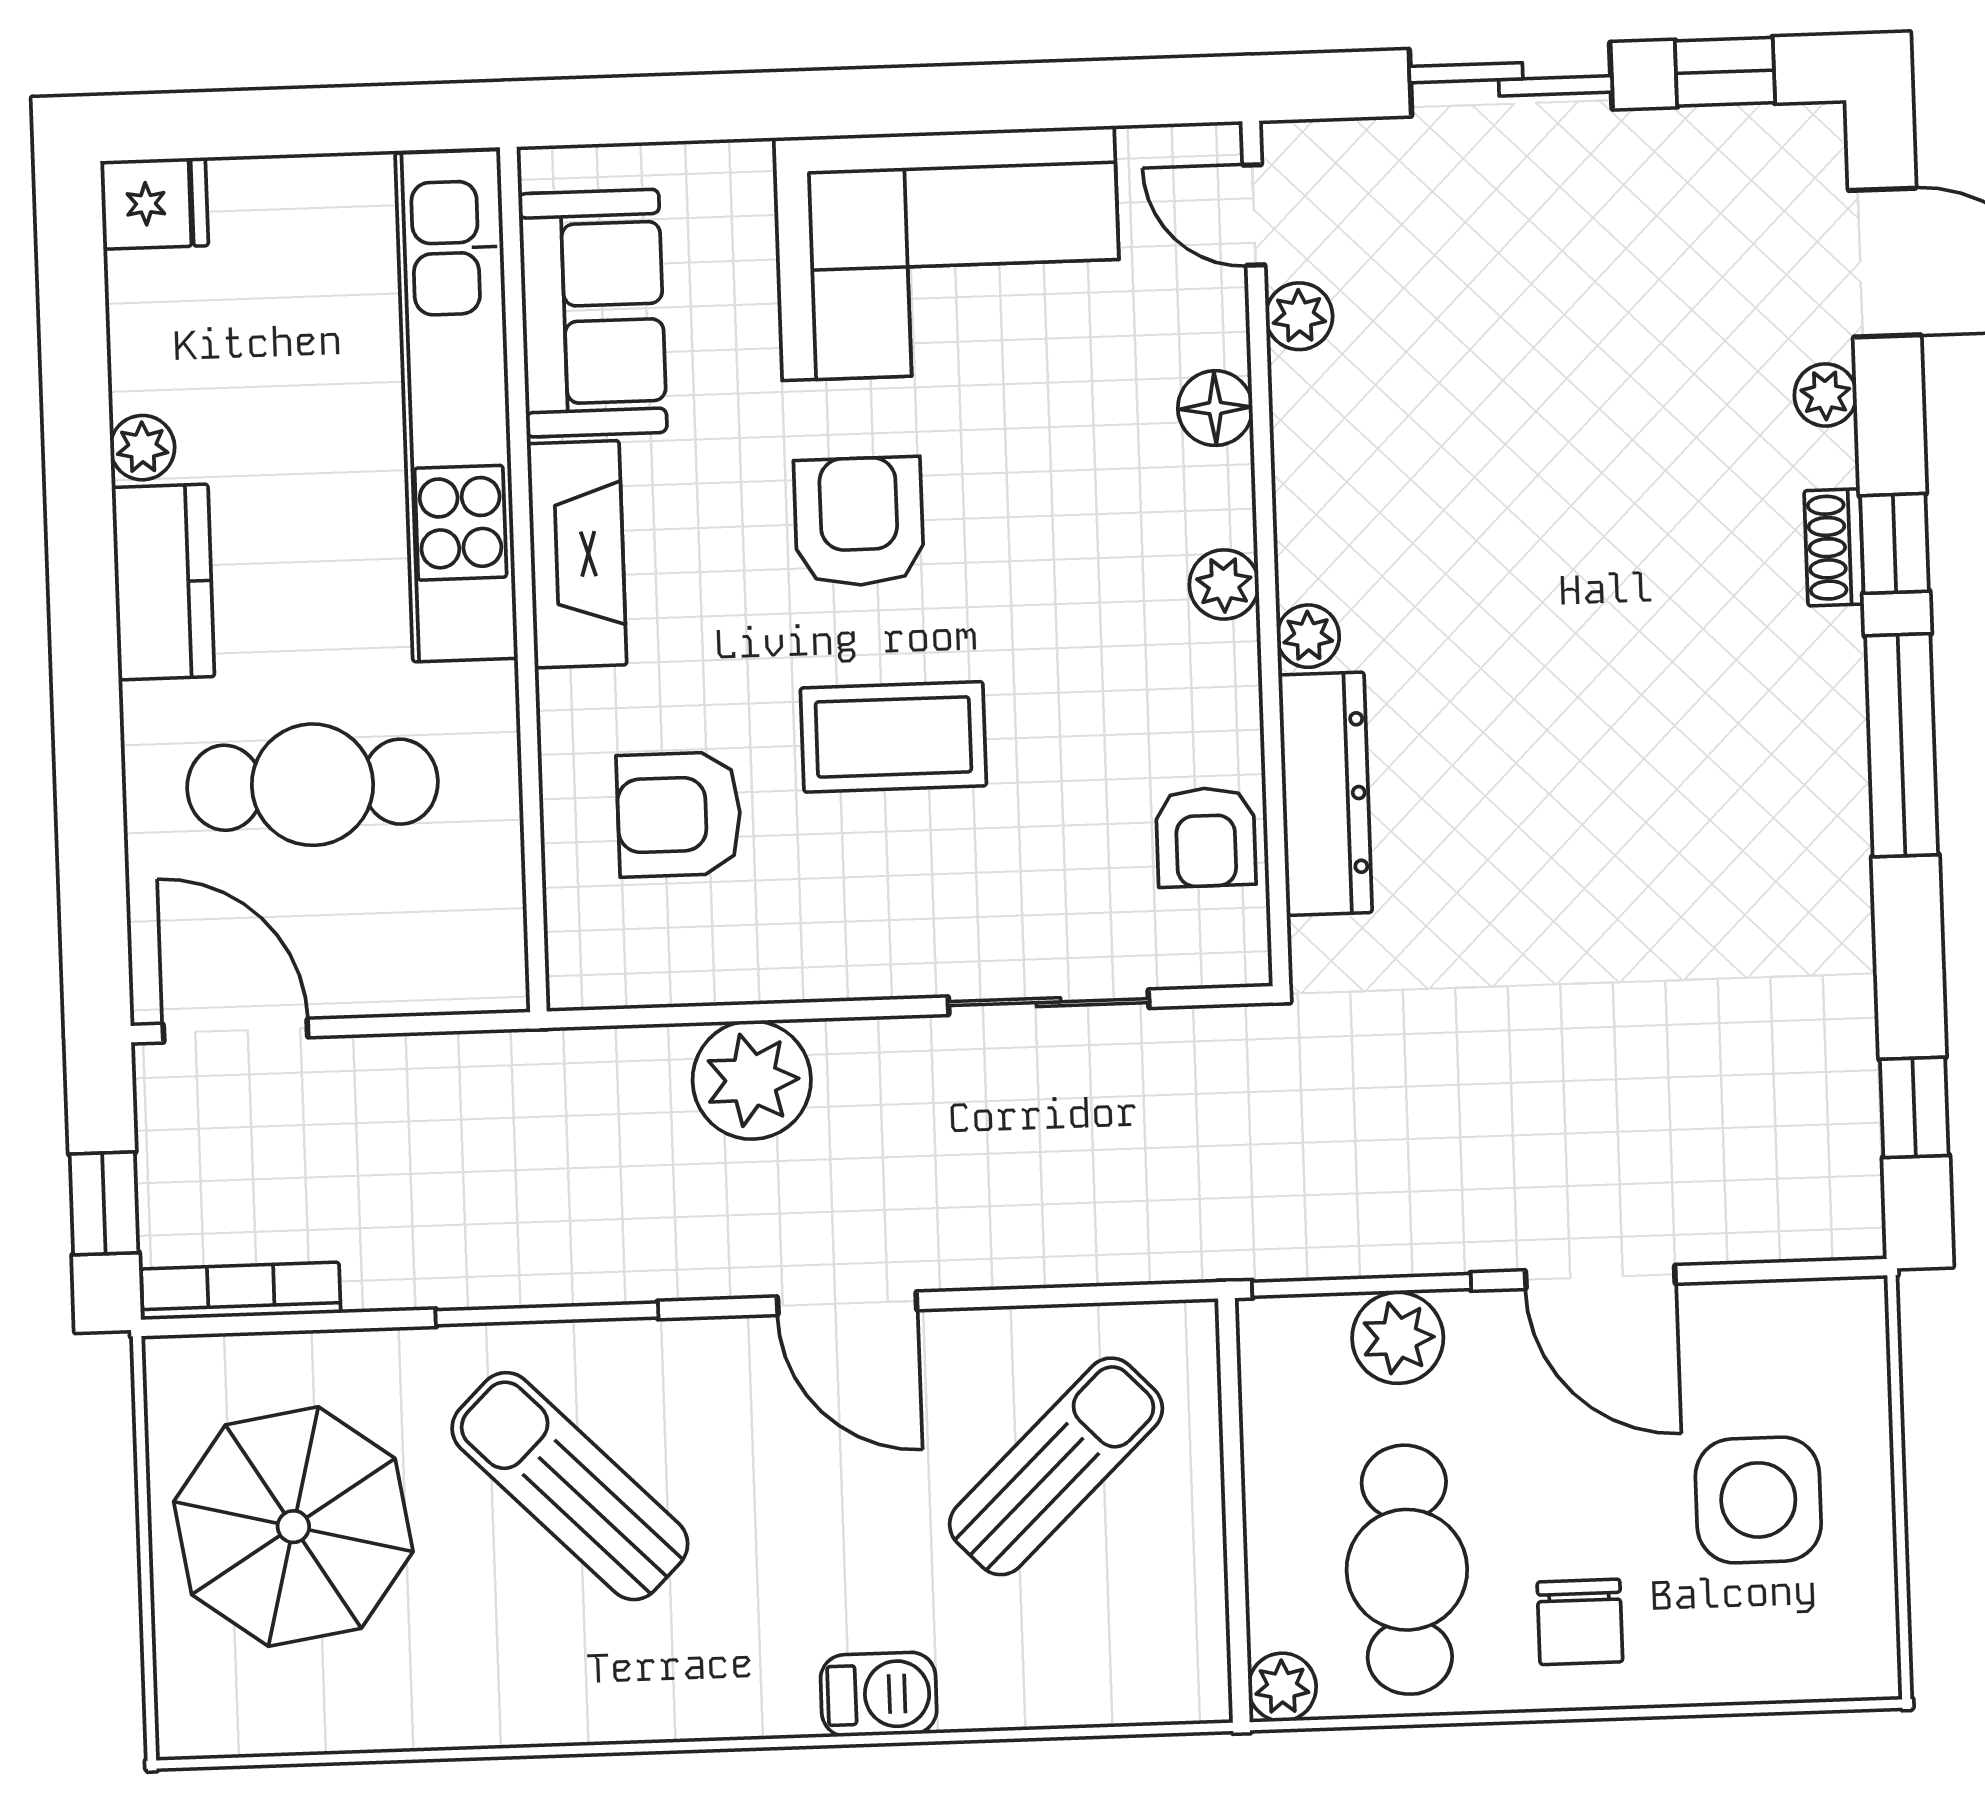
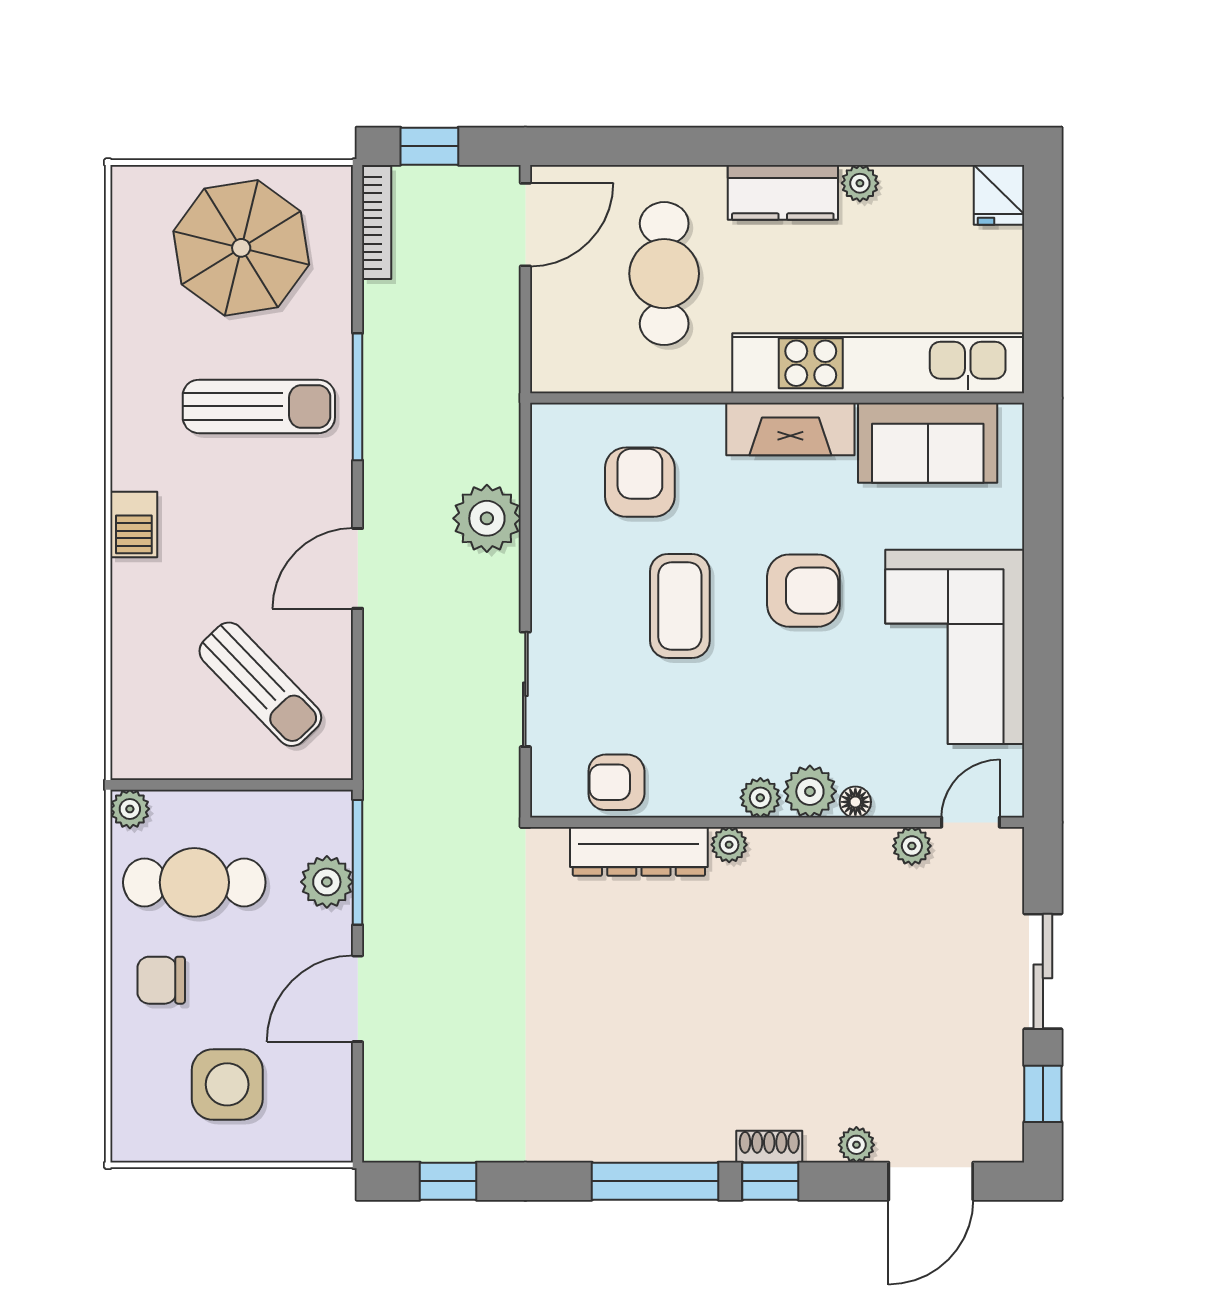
floor lamp: (1215, 408) -> (855, 802), width x0.73, depth x0.73
plant: (1210, 498) -> (810, 791), added
sun lounger: (570, 1486) -> (259, 406), turned 45
barbecue: (879, 1694) -> (134, 525), moved

